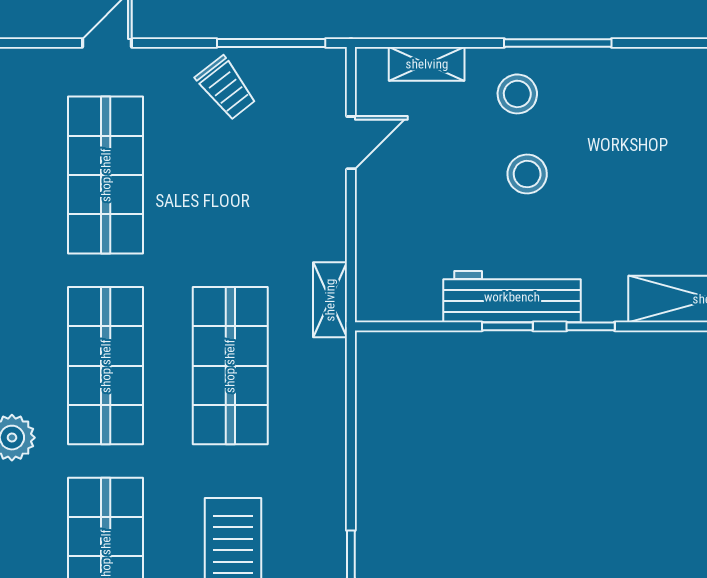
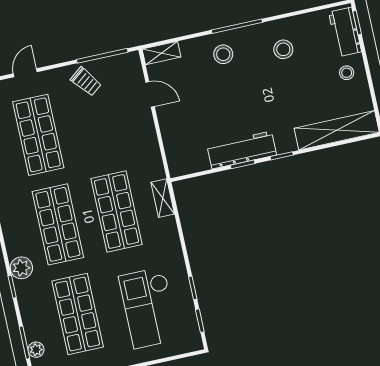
shelving: (427, 64) -> (162, 53), moved
door: (351, 143) -> (150, 94), hinge flipped
stool: (527, 174) -> (283, 49), moved
shelving: (330, 300) -> (163, 198), moved

